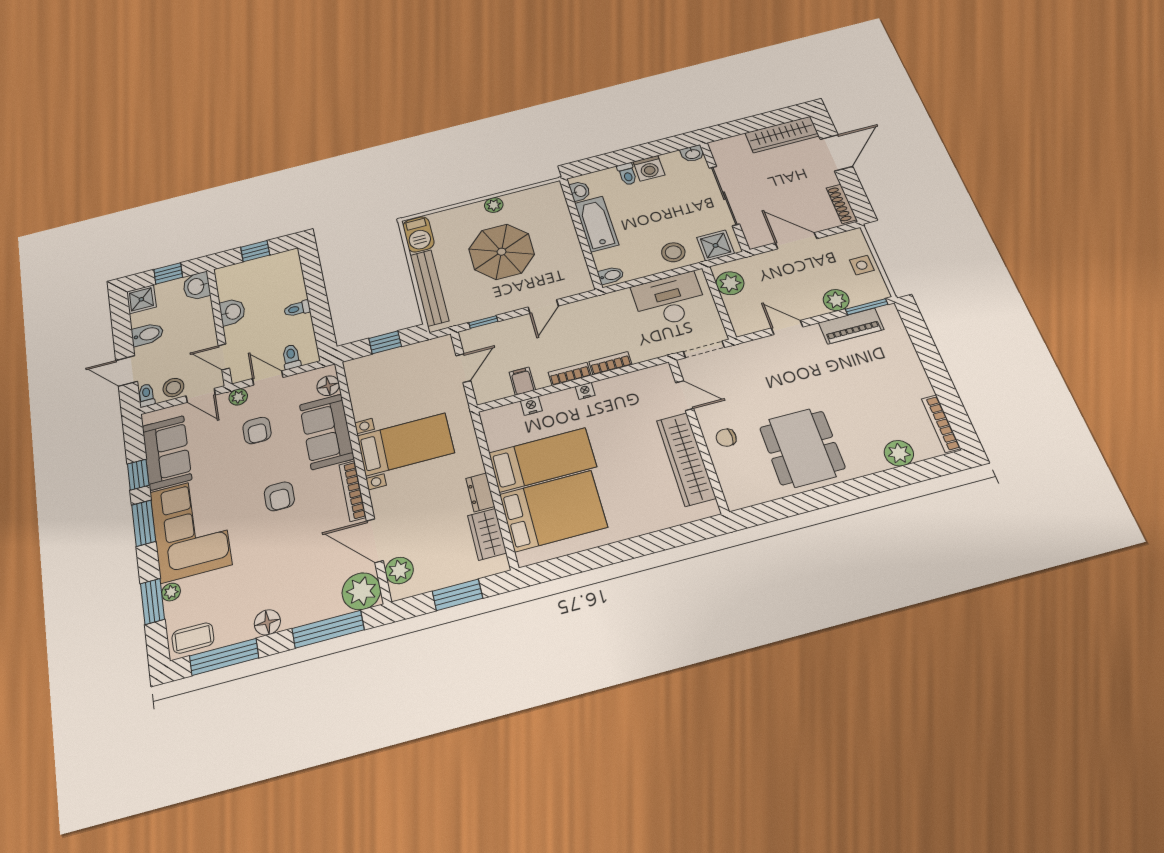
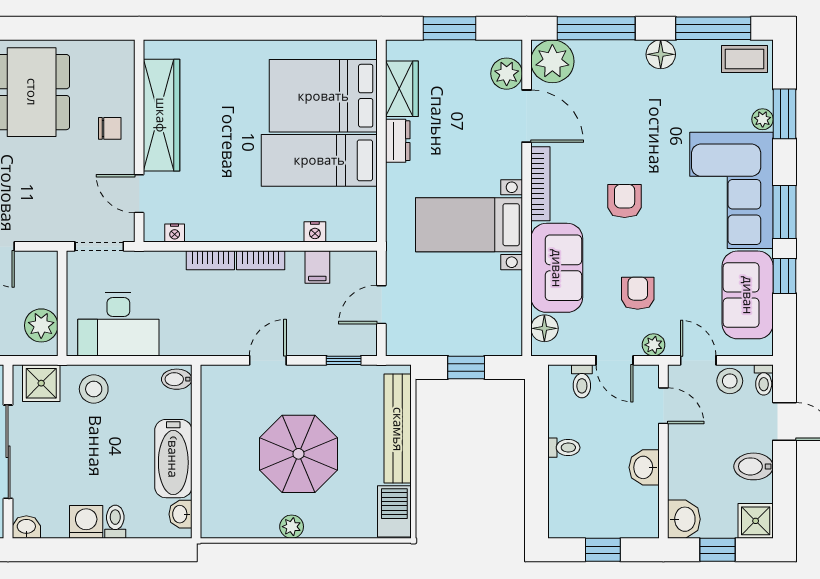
nightstand: (585, 391) -> (175, 233), moved

